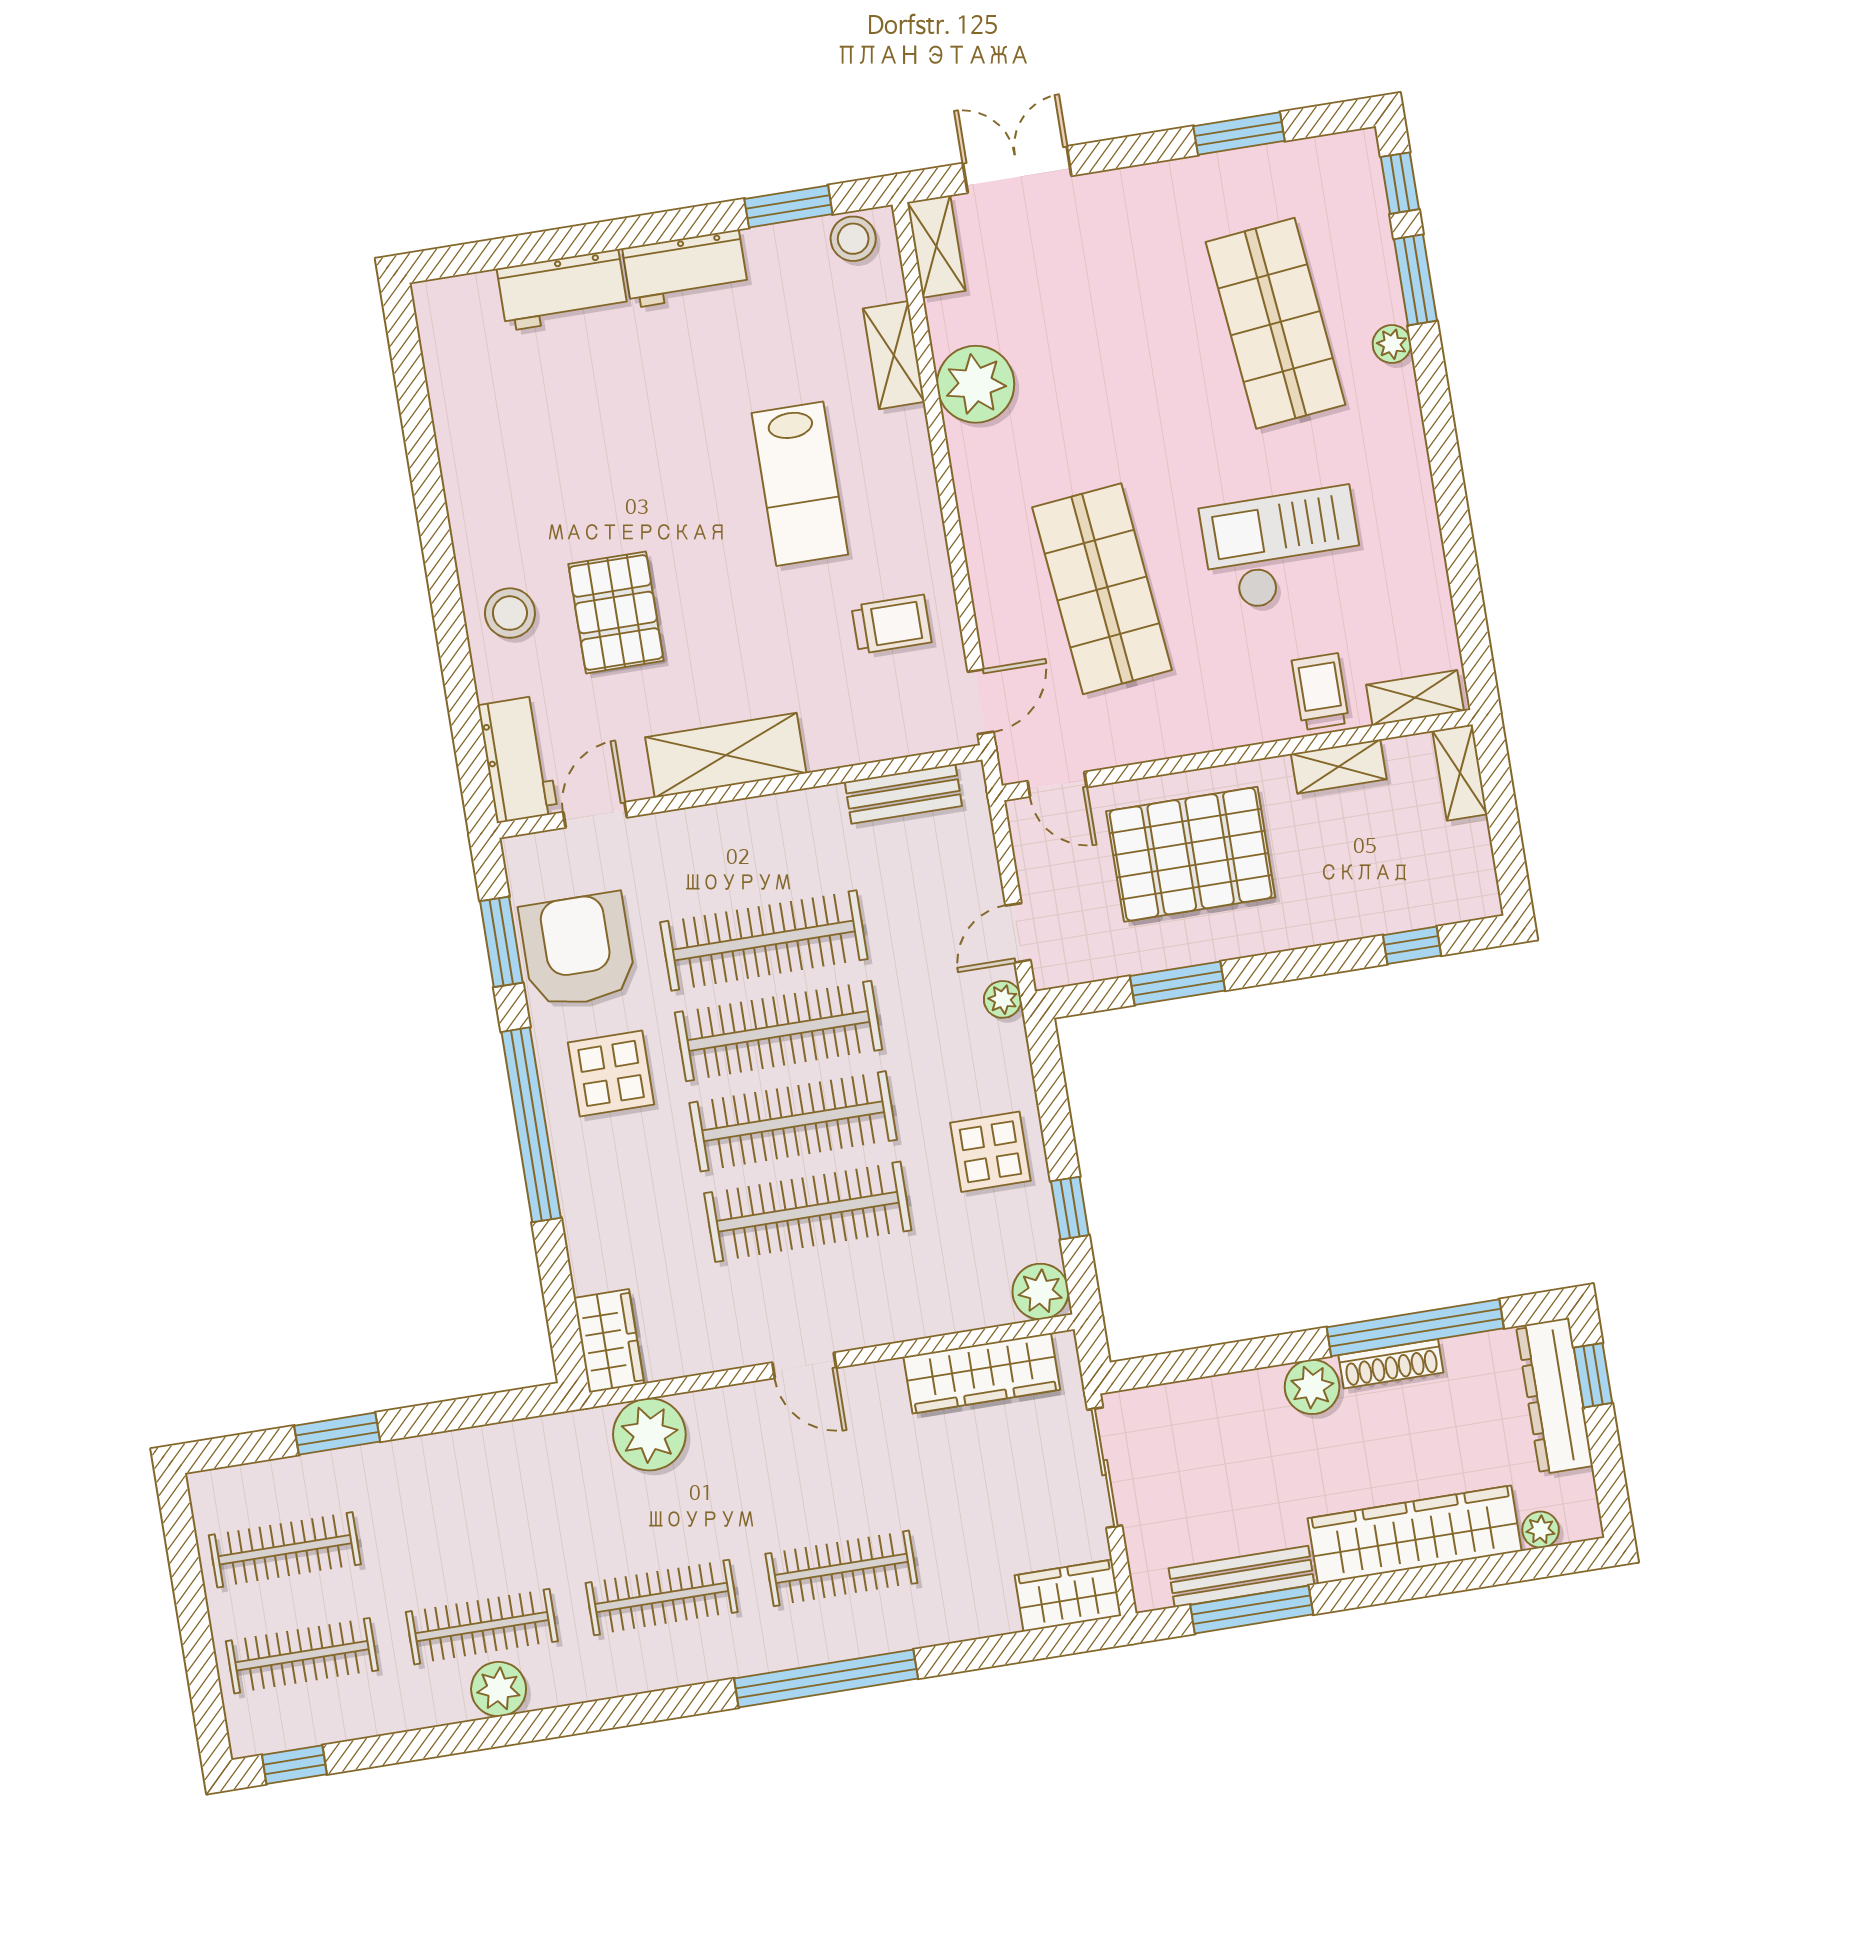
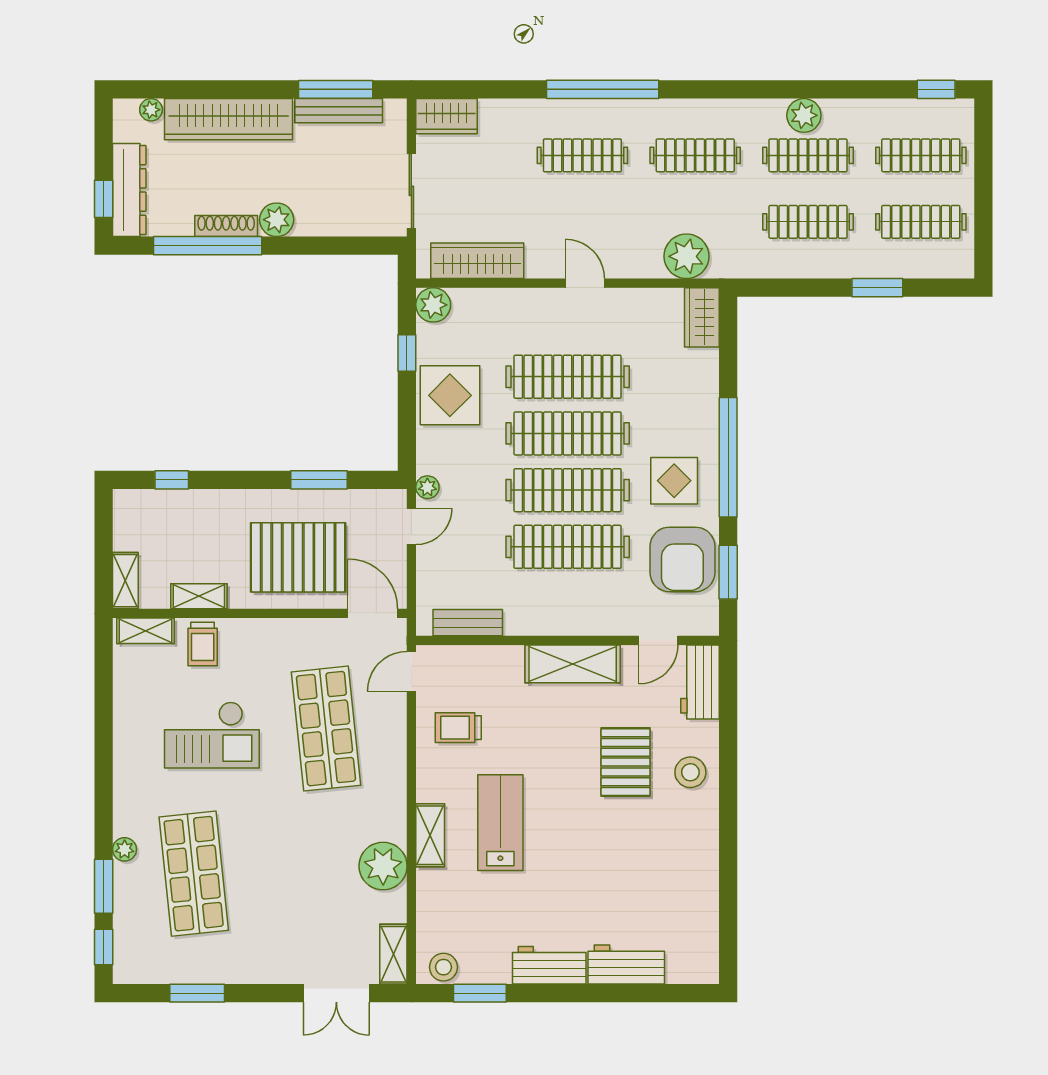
shelving: (894, 355) -> (430, 835), moved
door: (1057, 784) -> (373, 613), width x1.38
display table: (990, 1152) -> (450, 395), width x1.36, depth x1.36
clothes rail: (465, 1521) -> (808, 222), added

